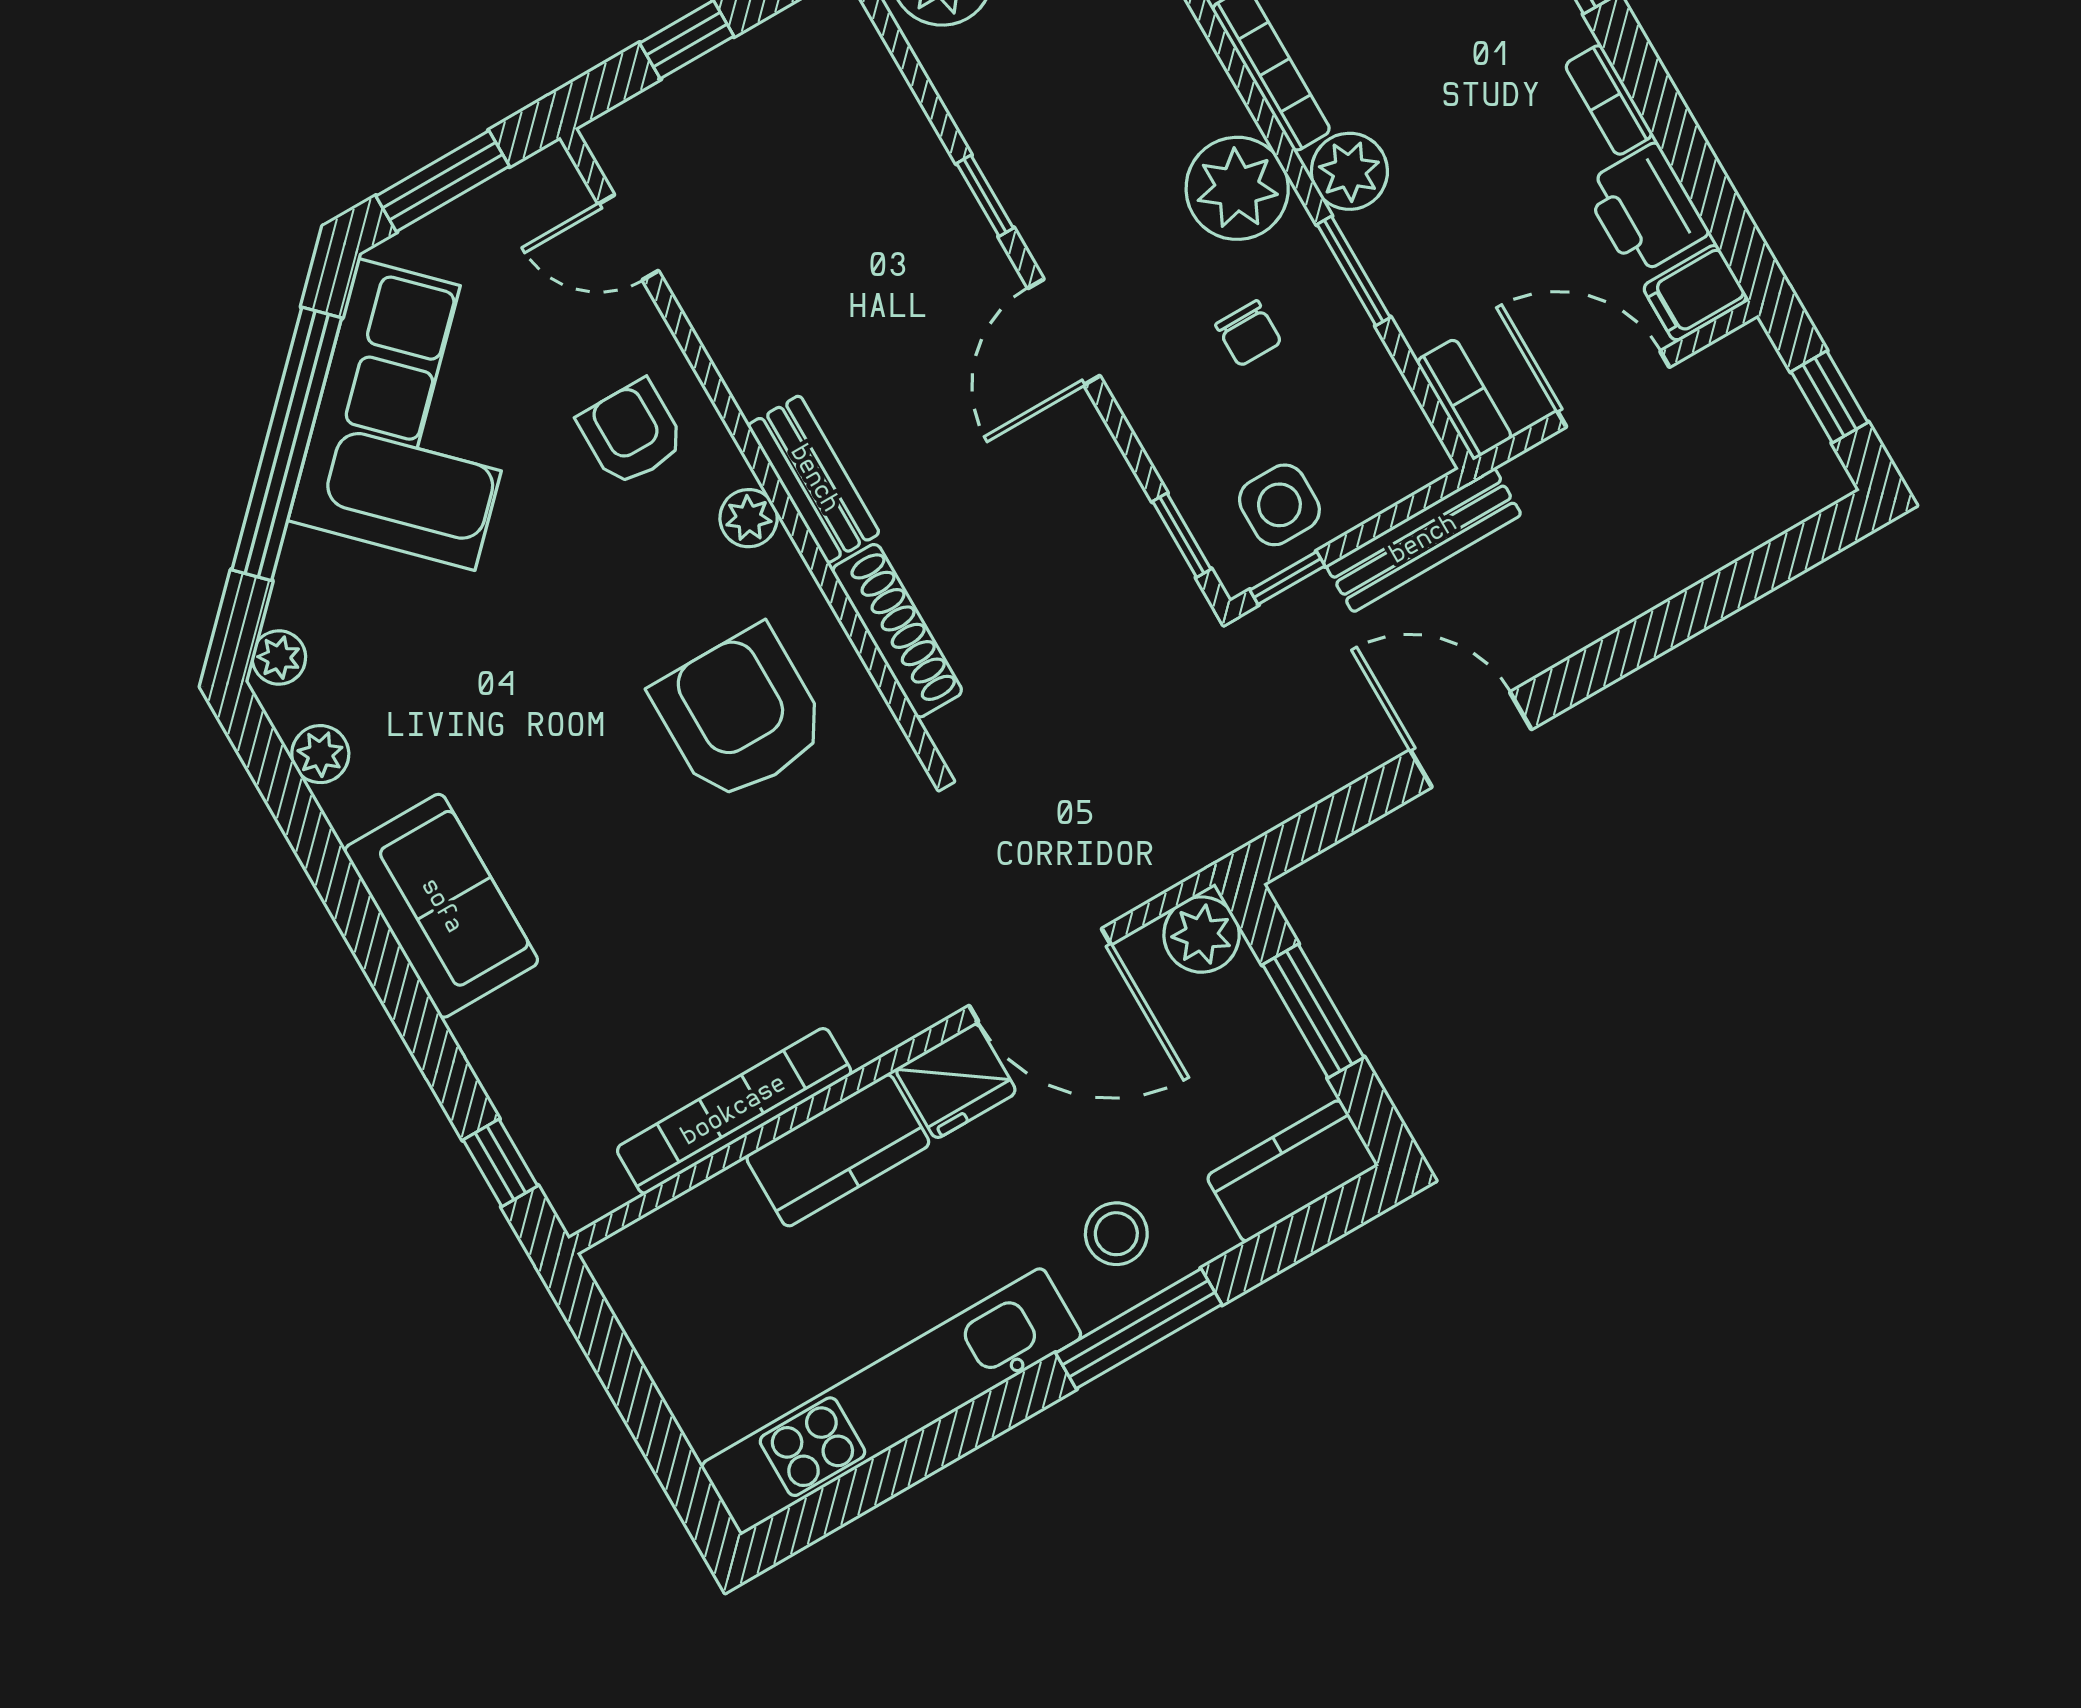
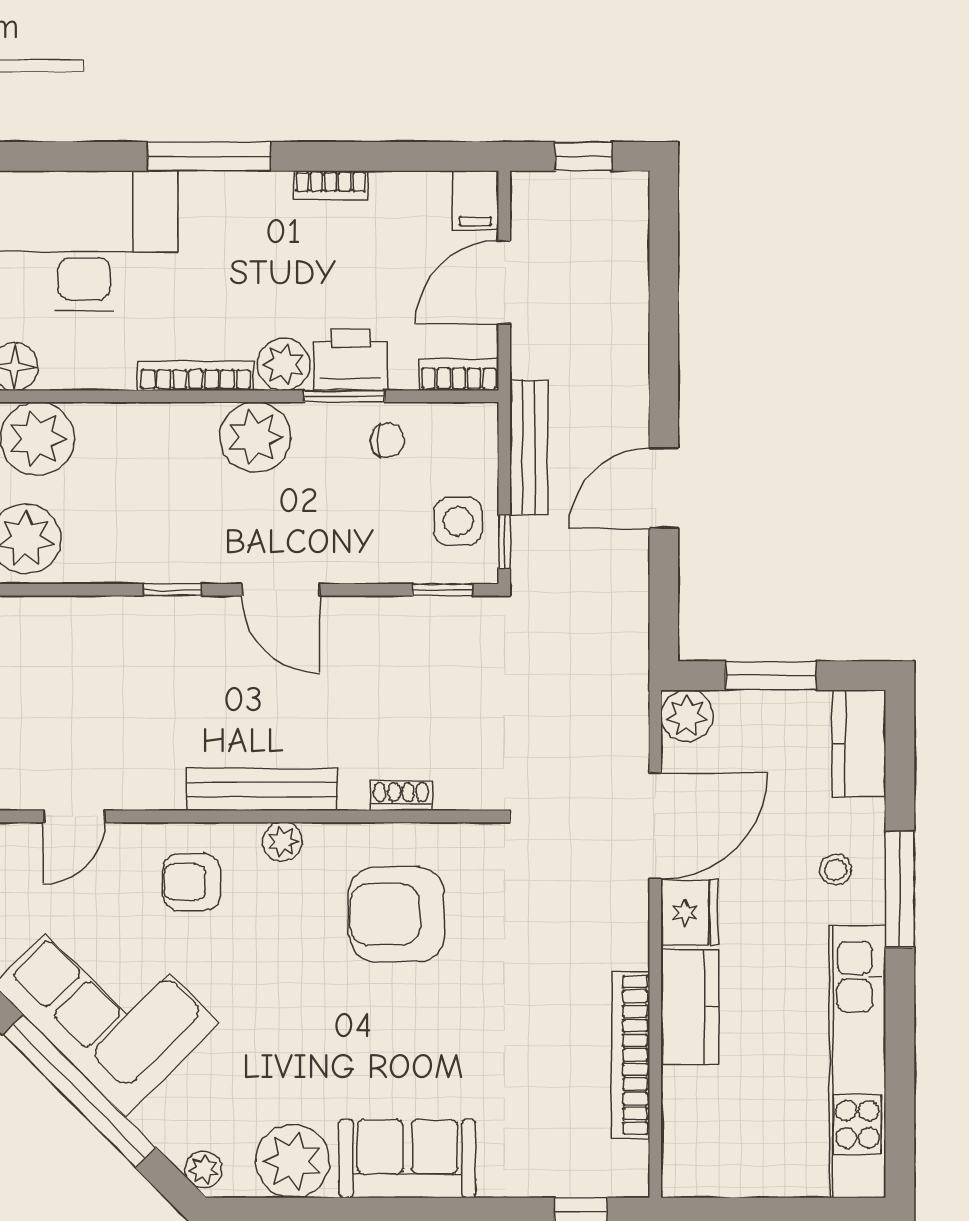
printer: (1645, 209) -> (351, 360), moved, turned 180
chair: (1248, 333) -> (387, 440), moved
bench: (814, 479) -> (262, 790), width x1.36
shoe rack: (897, 631) -> (401, 796), width x0.51, depth x0.81
plant: (320, 754) -> (293, 1161), width x1.87, depth x1.87
stool: (1116, 1234) -> (836, 870), width x0.73, depth x0.73

